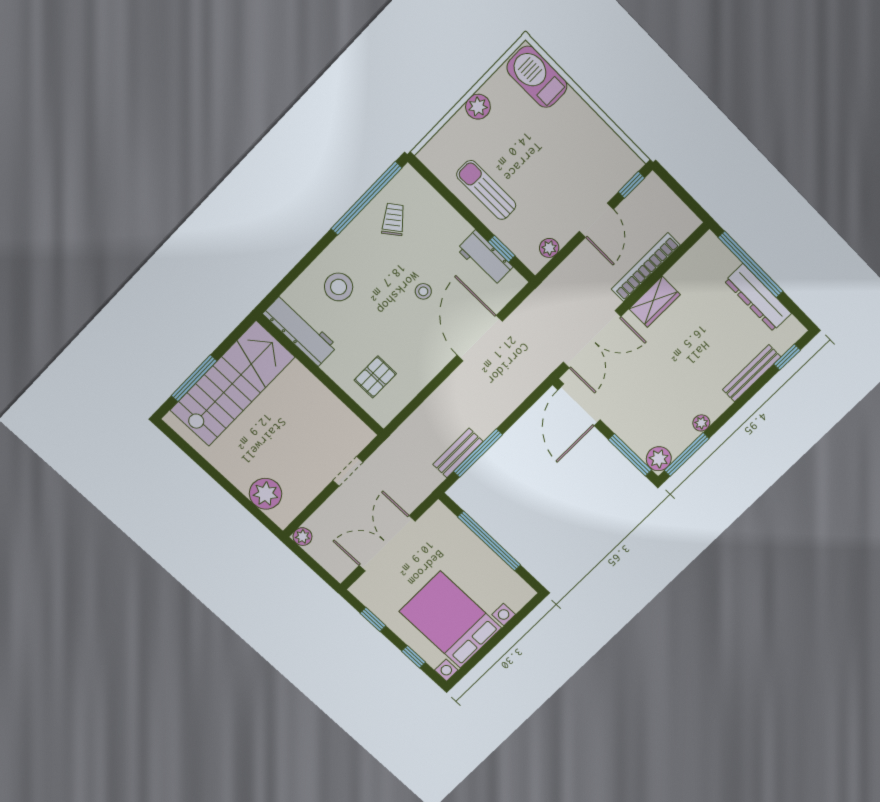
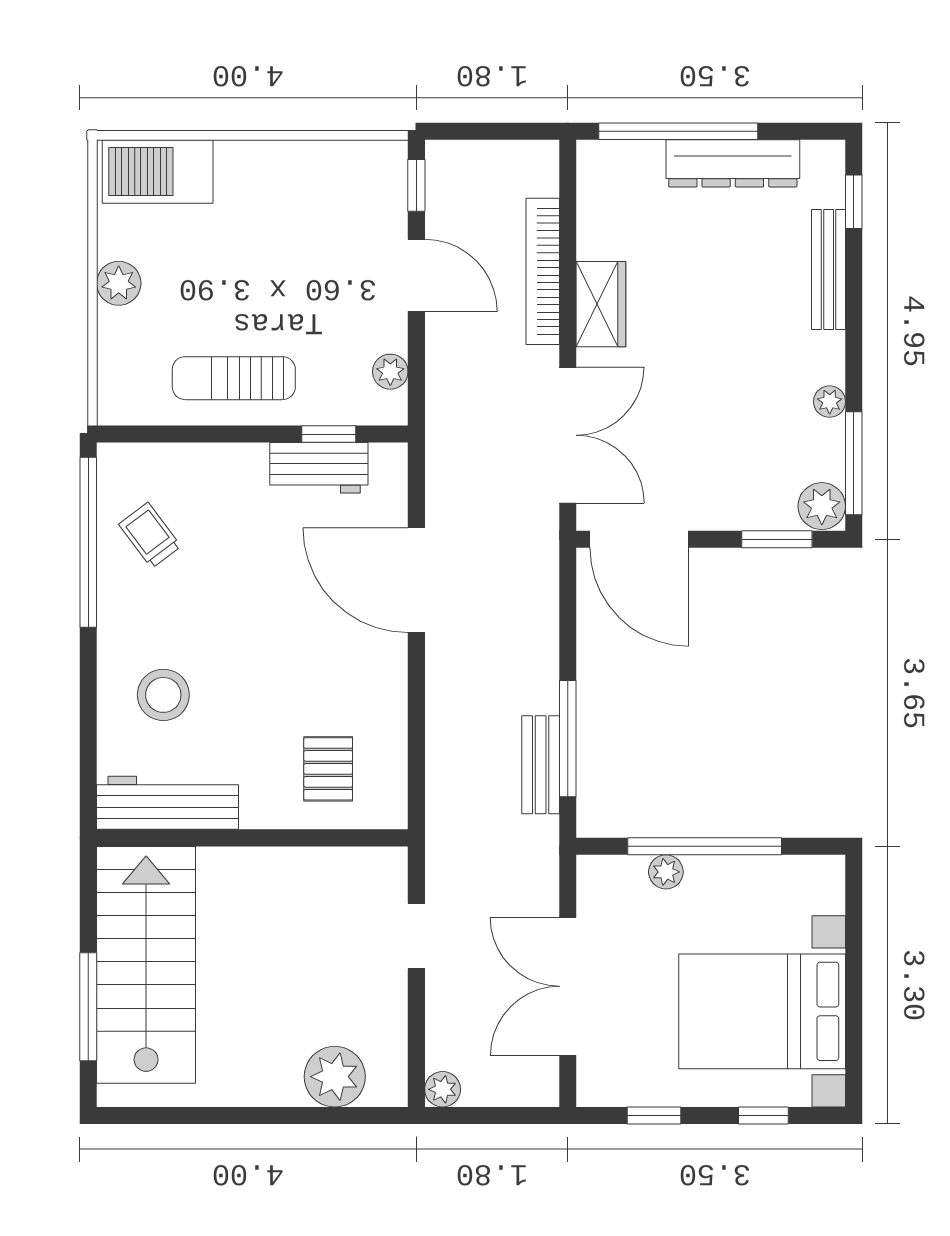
stool: (423, 291) -> (281, 591), removed
window: (630, 455) -> (777, 539), width x0.69
plant: (465, 537) -> (666, 872), added

